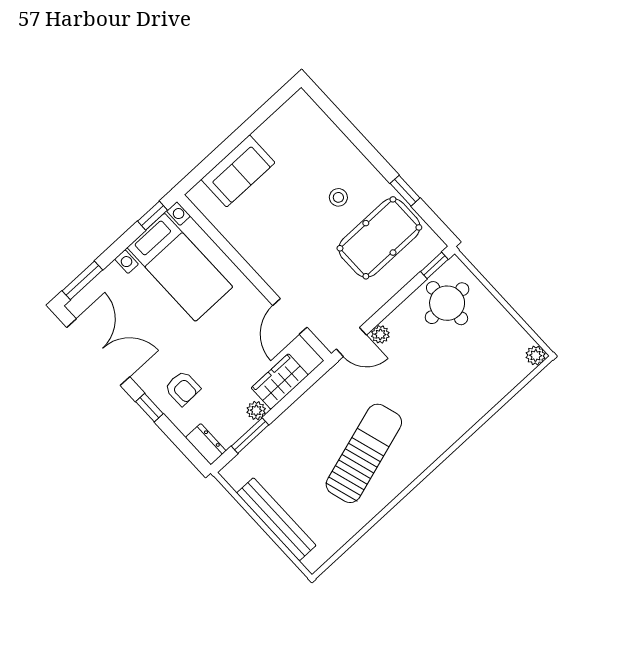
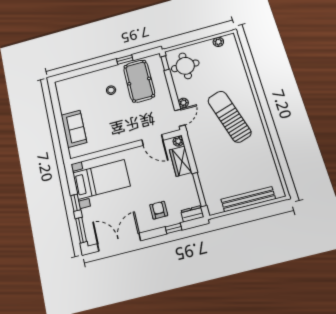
window: (153, 216) -> (76, 203), moved
plant: (536, 355) -> (218, 42), moved
armchair: (183, 388) -> (159, 210), turned -89
window: (149, 408) -> (174, 228), moved
plant: (256, 410) -> (178, 141), moved
window: (250, 436) -> (199, 190), width x1.44
sun lounger: (364, 453) -> (229, 117), moved

